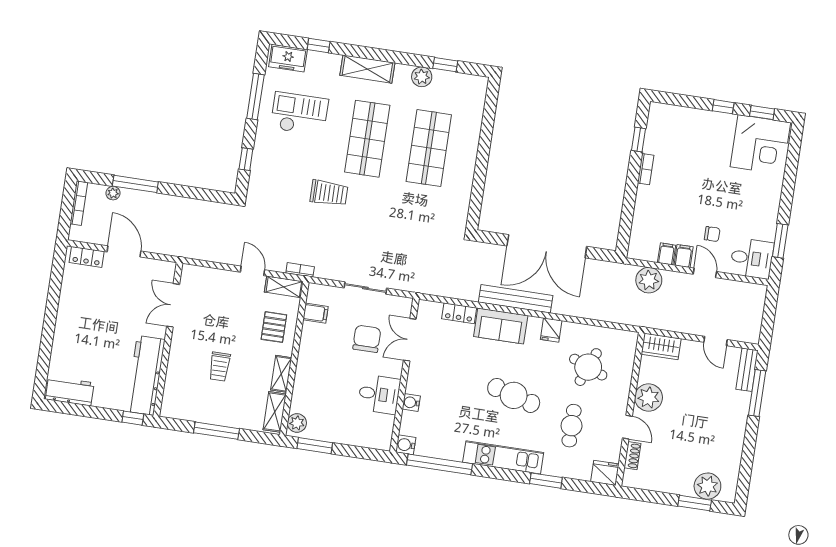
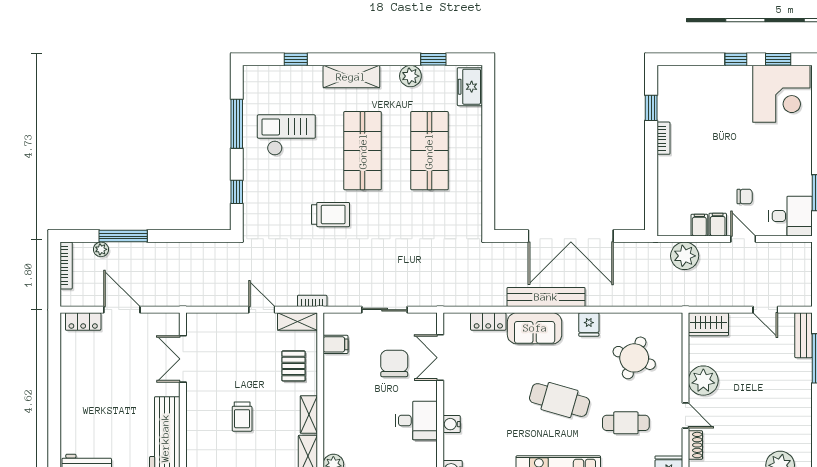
freezer: (288, 58) -> (470, 87), moved, turned 90
cafe table: (572, 426) -> (626, 423), turned 90

